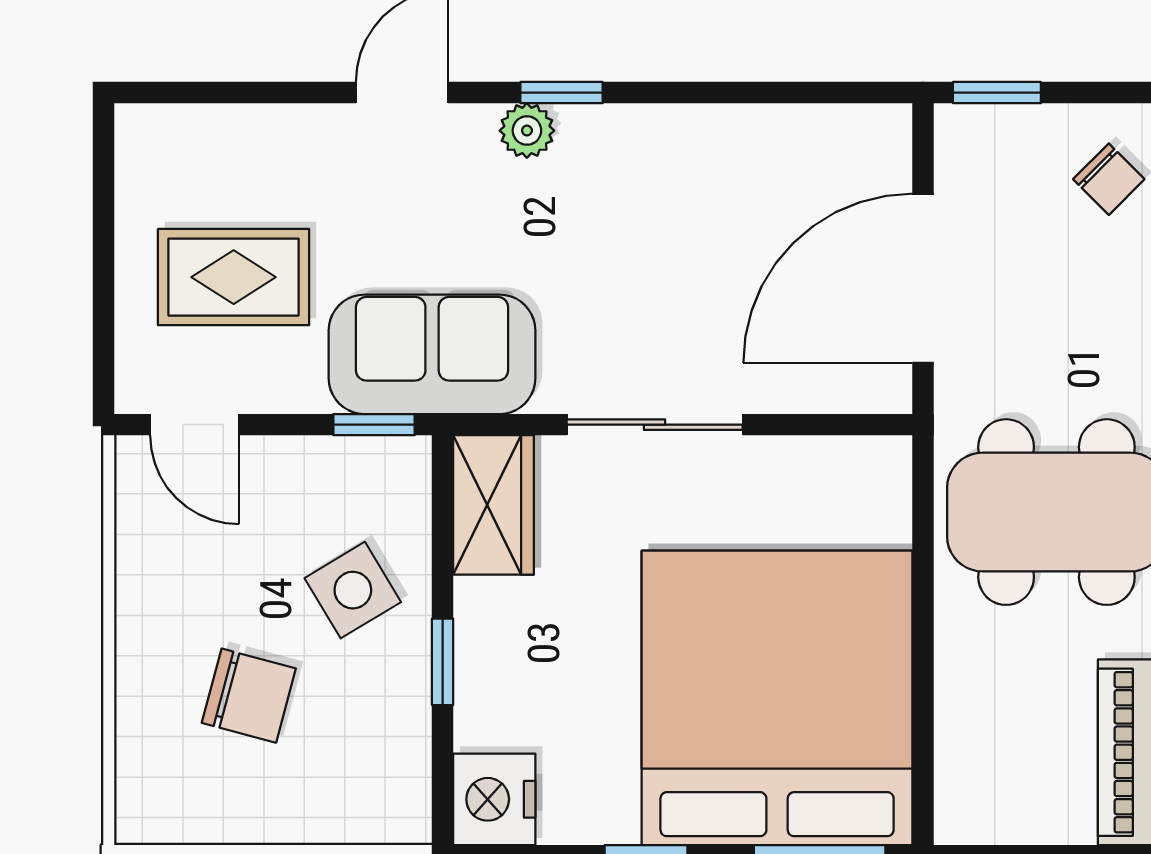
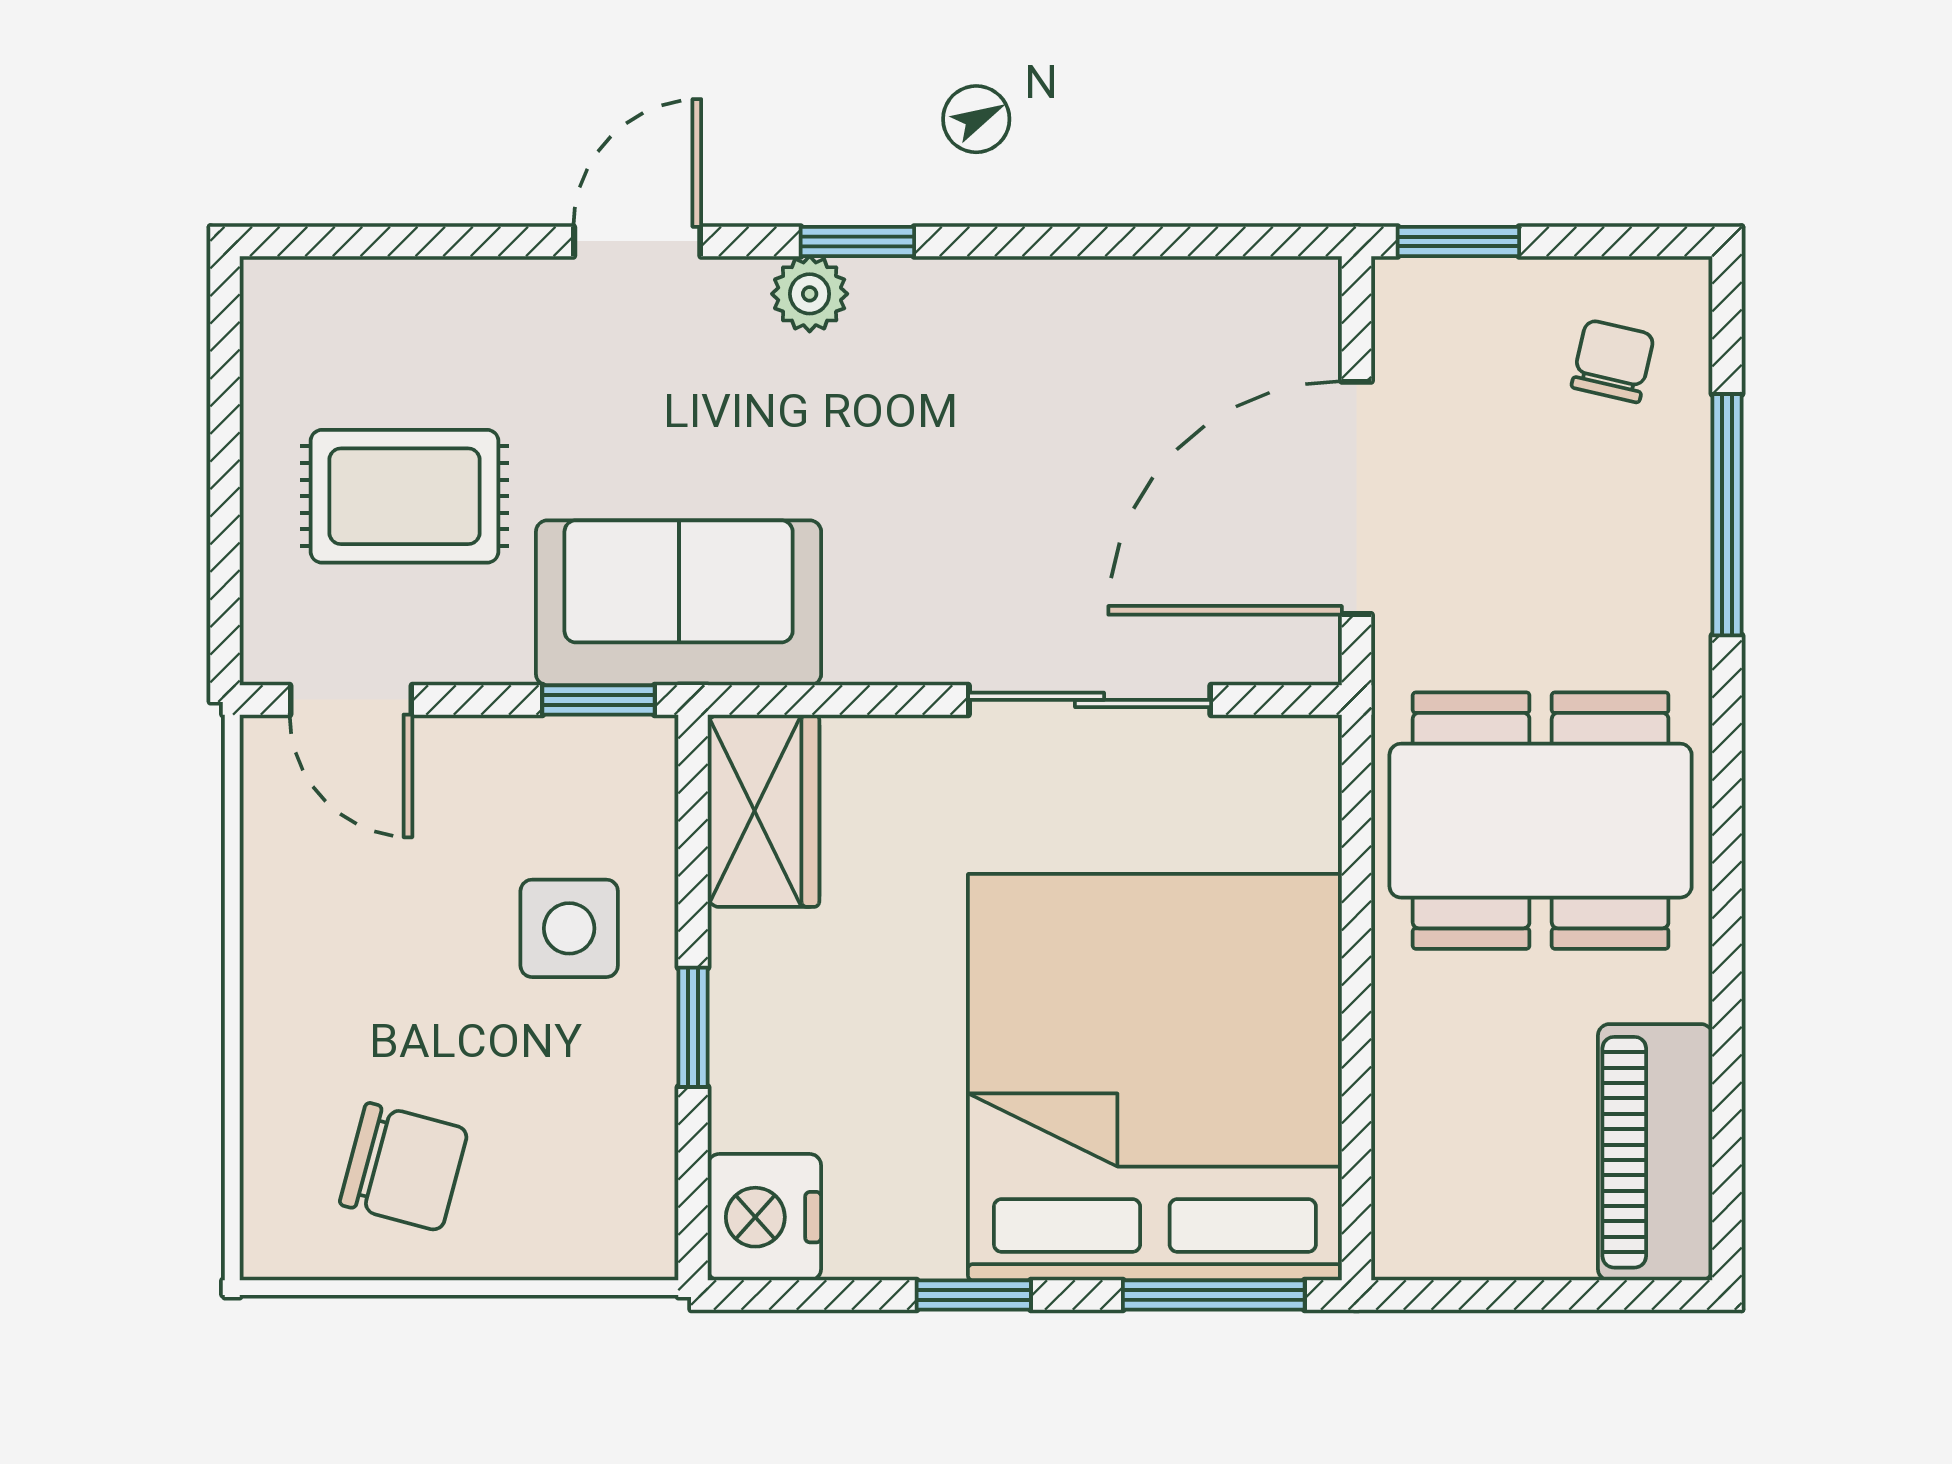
chair: (1109, 179) -> (1613, 361), turned -122
sliding door: (655, 425) -> (1090, 700), moved
side table: (353, 590) -> (569, 928), turned 31
chair: (249, 696) -> (404, 1167), moved

